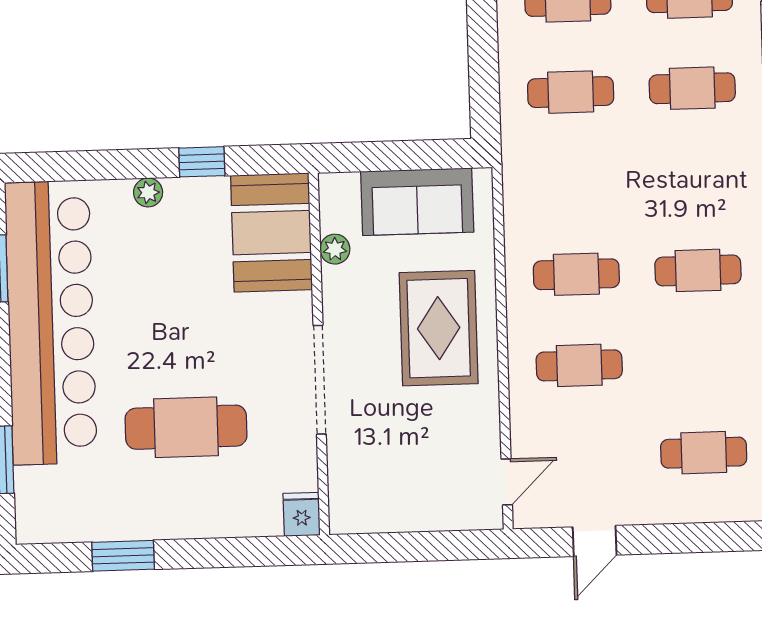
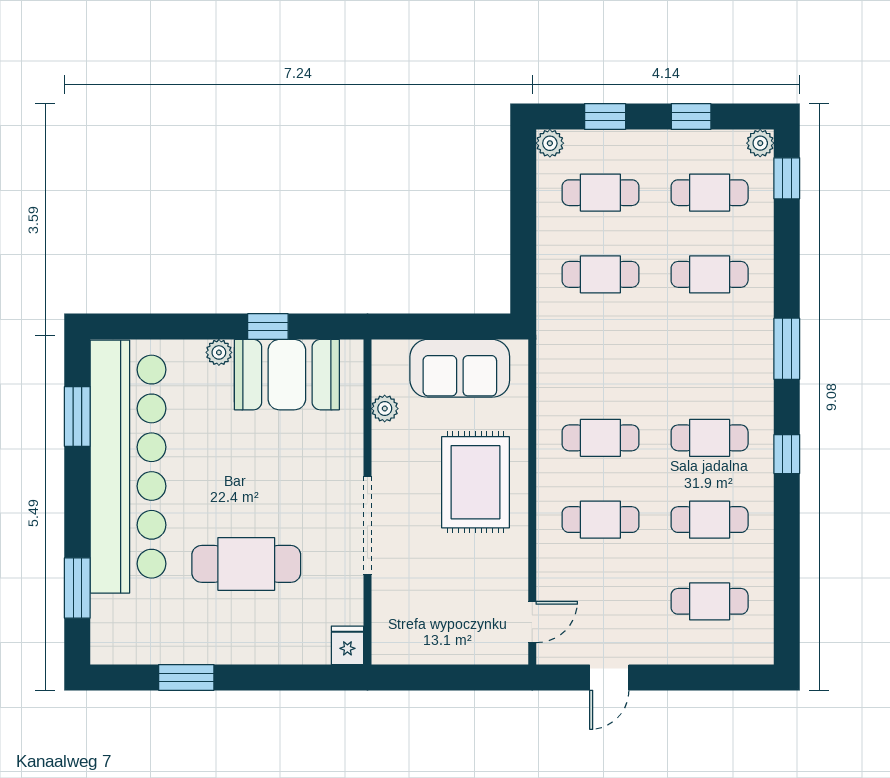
booth: (272, 233) -> (287, 375), moved, turned 90
cafe table: (701, 362) -> (710, 520), added

